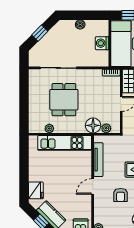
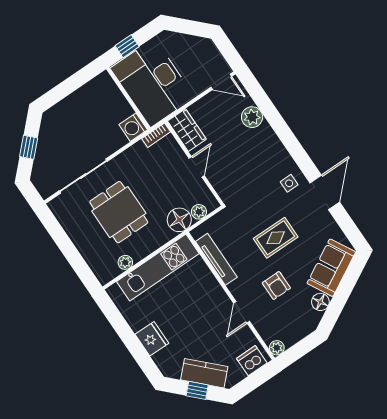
boiler: (80, 25) -> (73, 100), removed
washing machine: (102, 43) -> (133, 127), moved
door: (93, 187) -> (242, 312), moved
fridge: (36, 190) -> (152, 339), moved

